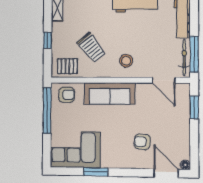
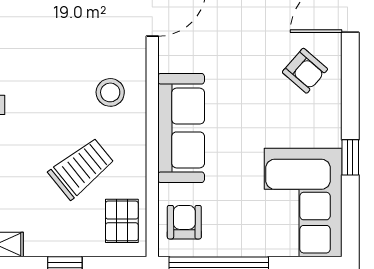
armchair: (142, 142) -> (305, 71), moved, turned -54
window: (96, 172) -> (350, 157), width x0.67

